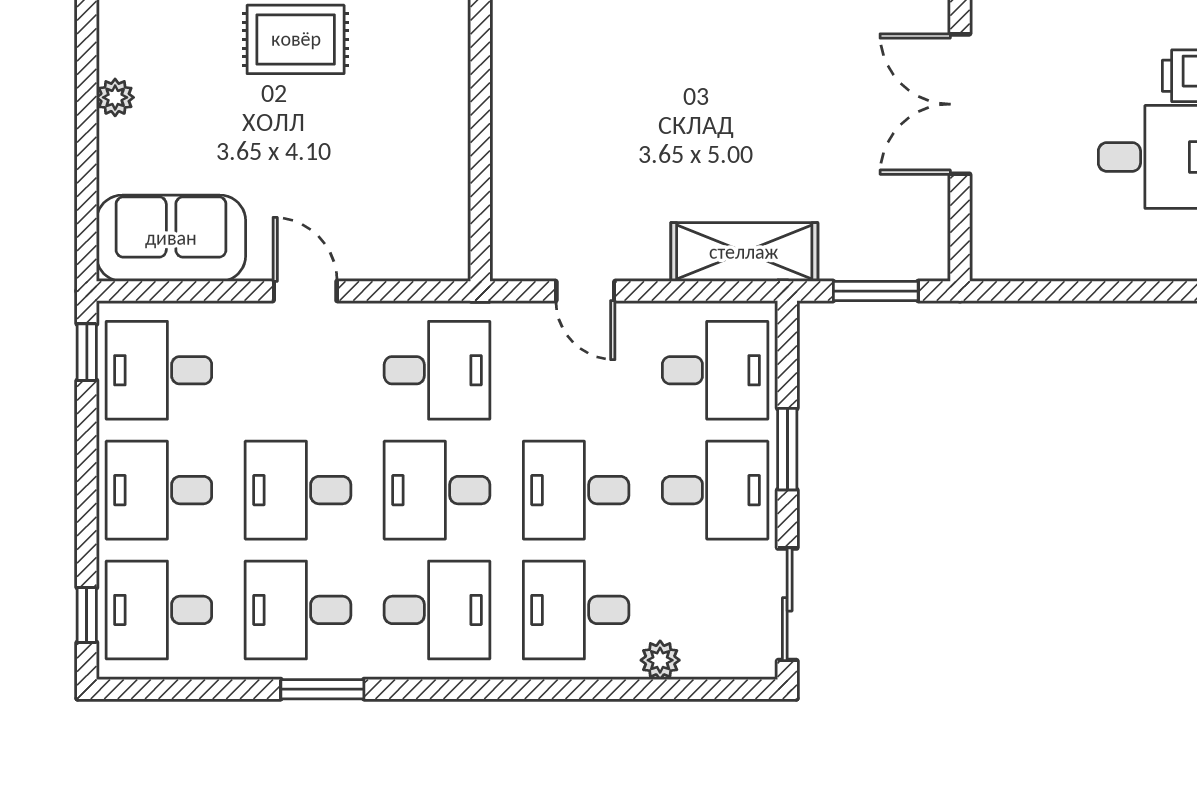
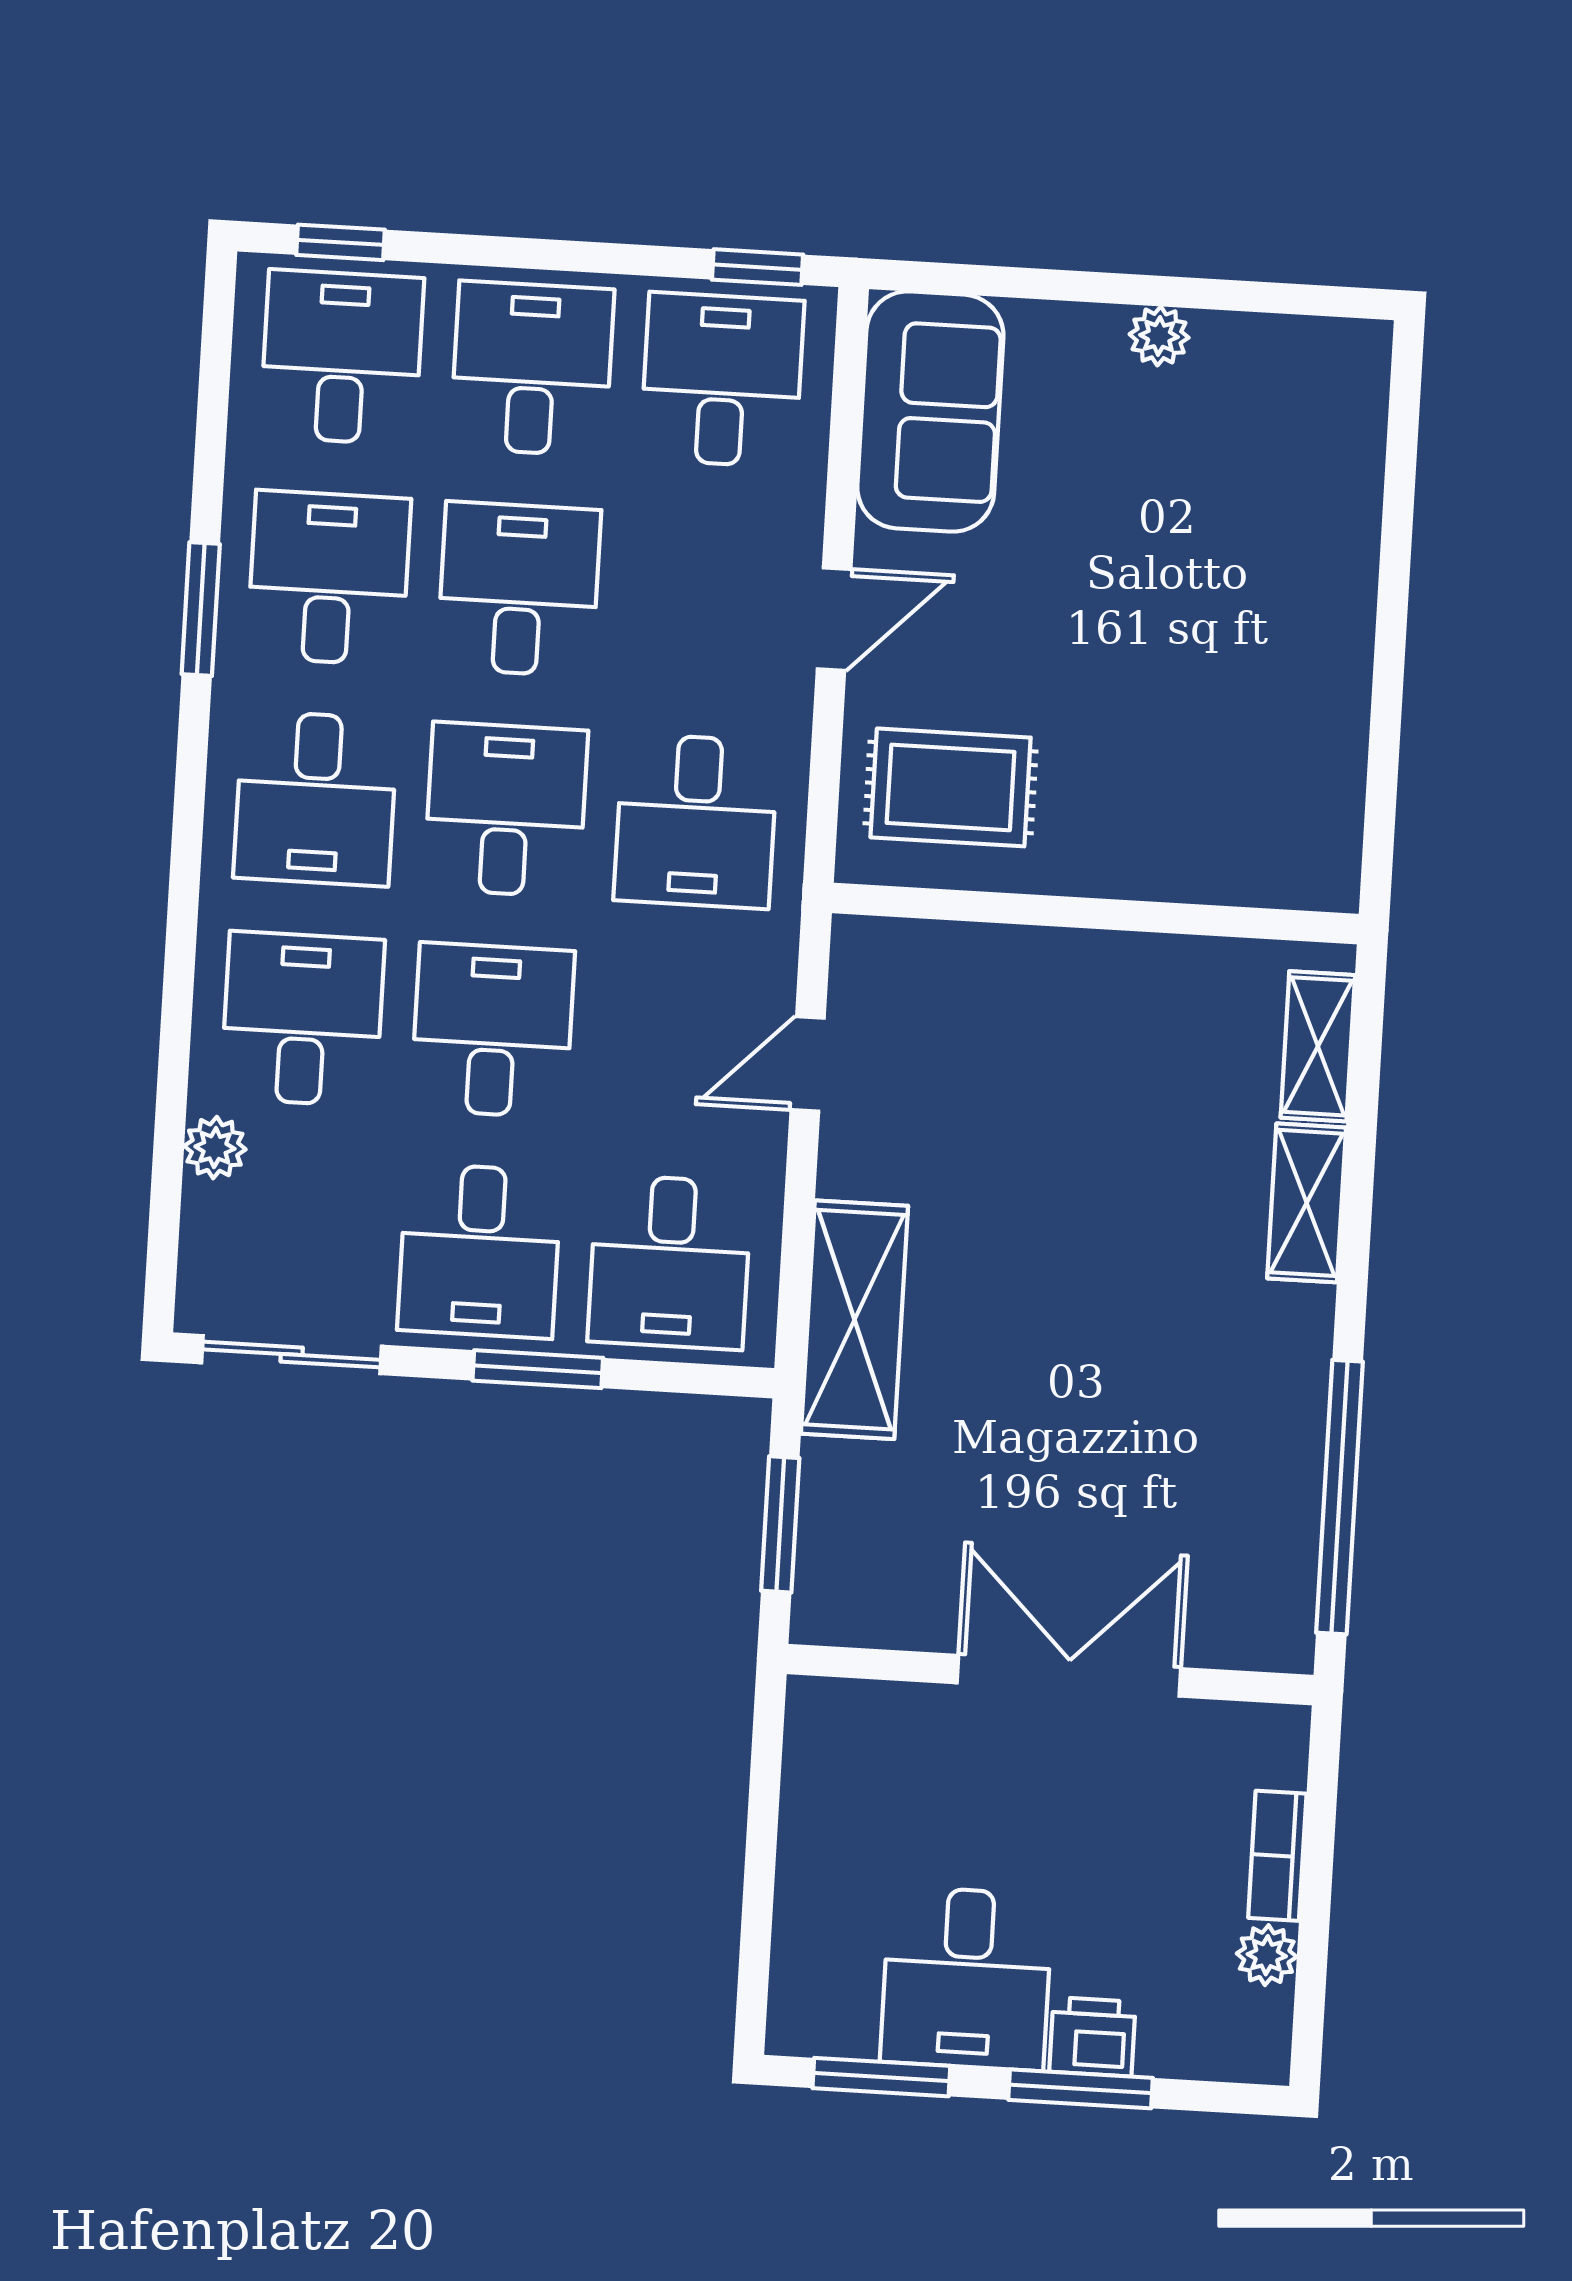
rug: (296, 39) -> (951, 787), moved, turned 90

